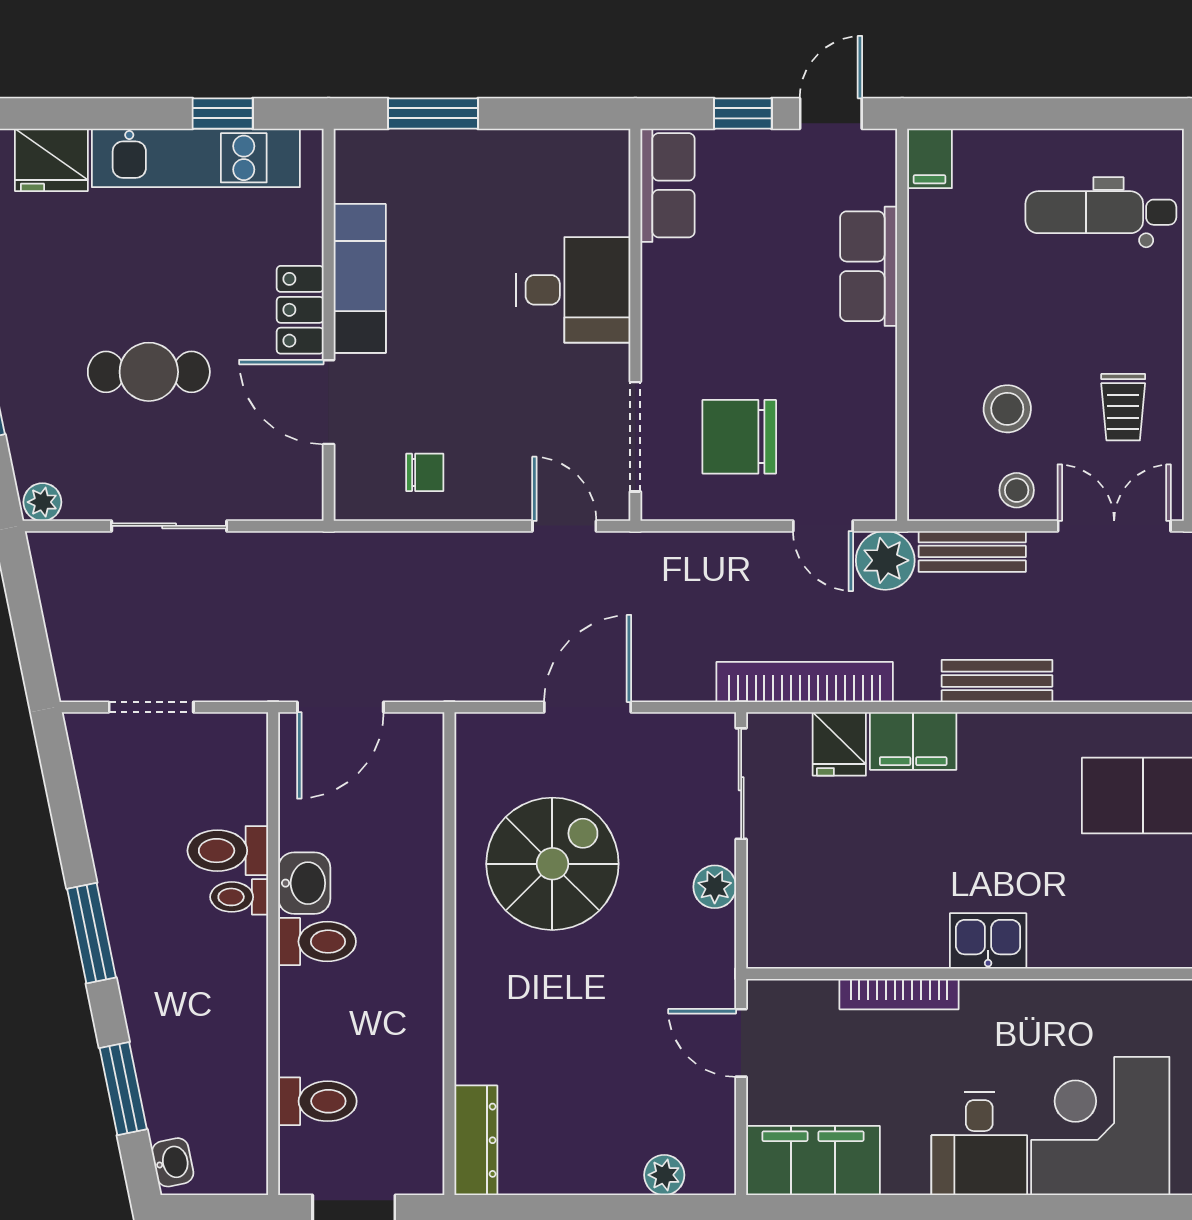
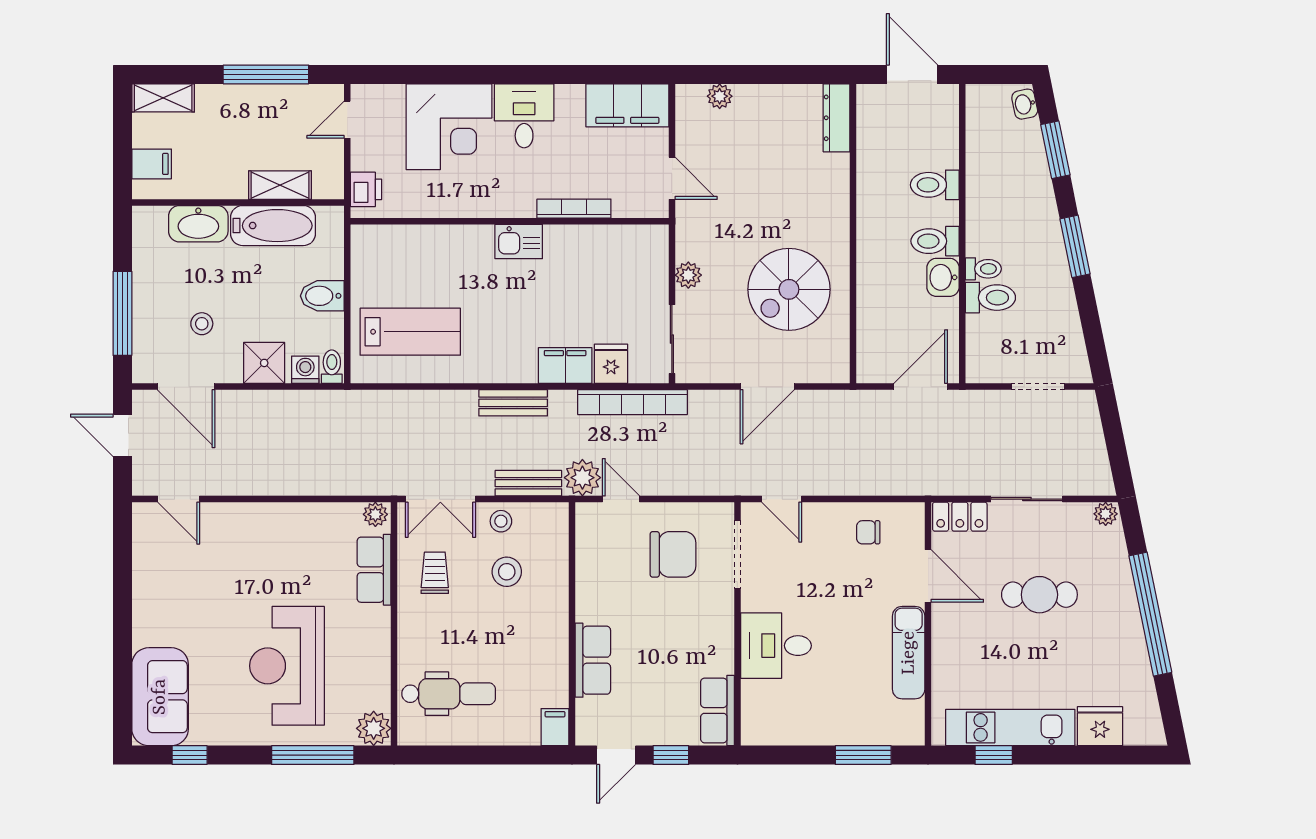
locker: (300, 310) -> (960, 517), moved, turned 90
toilet: (317, 1101) -> (935, 185), moved

